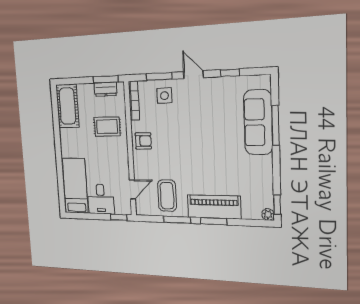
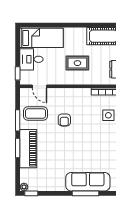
rug: (107, 127) -> (77, 63), moved, turned 90
armchair: (143, 141) -> (64, 120), moved

